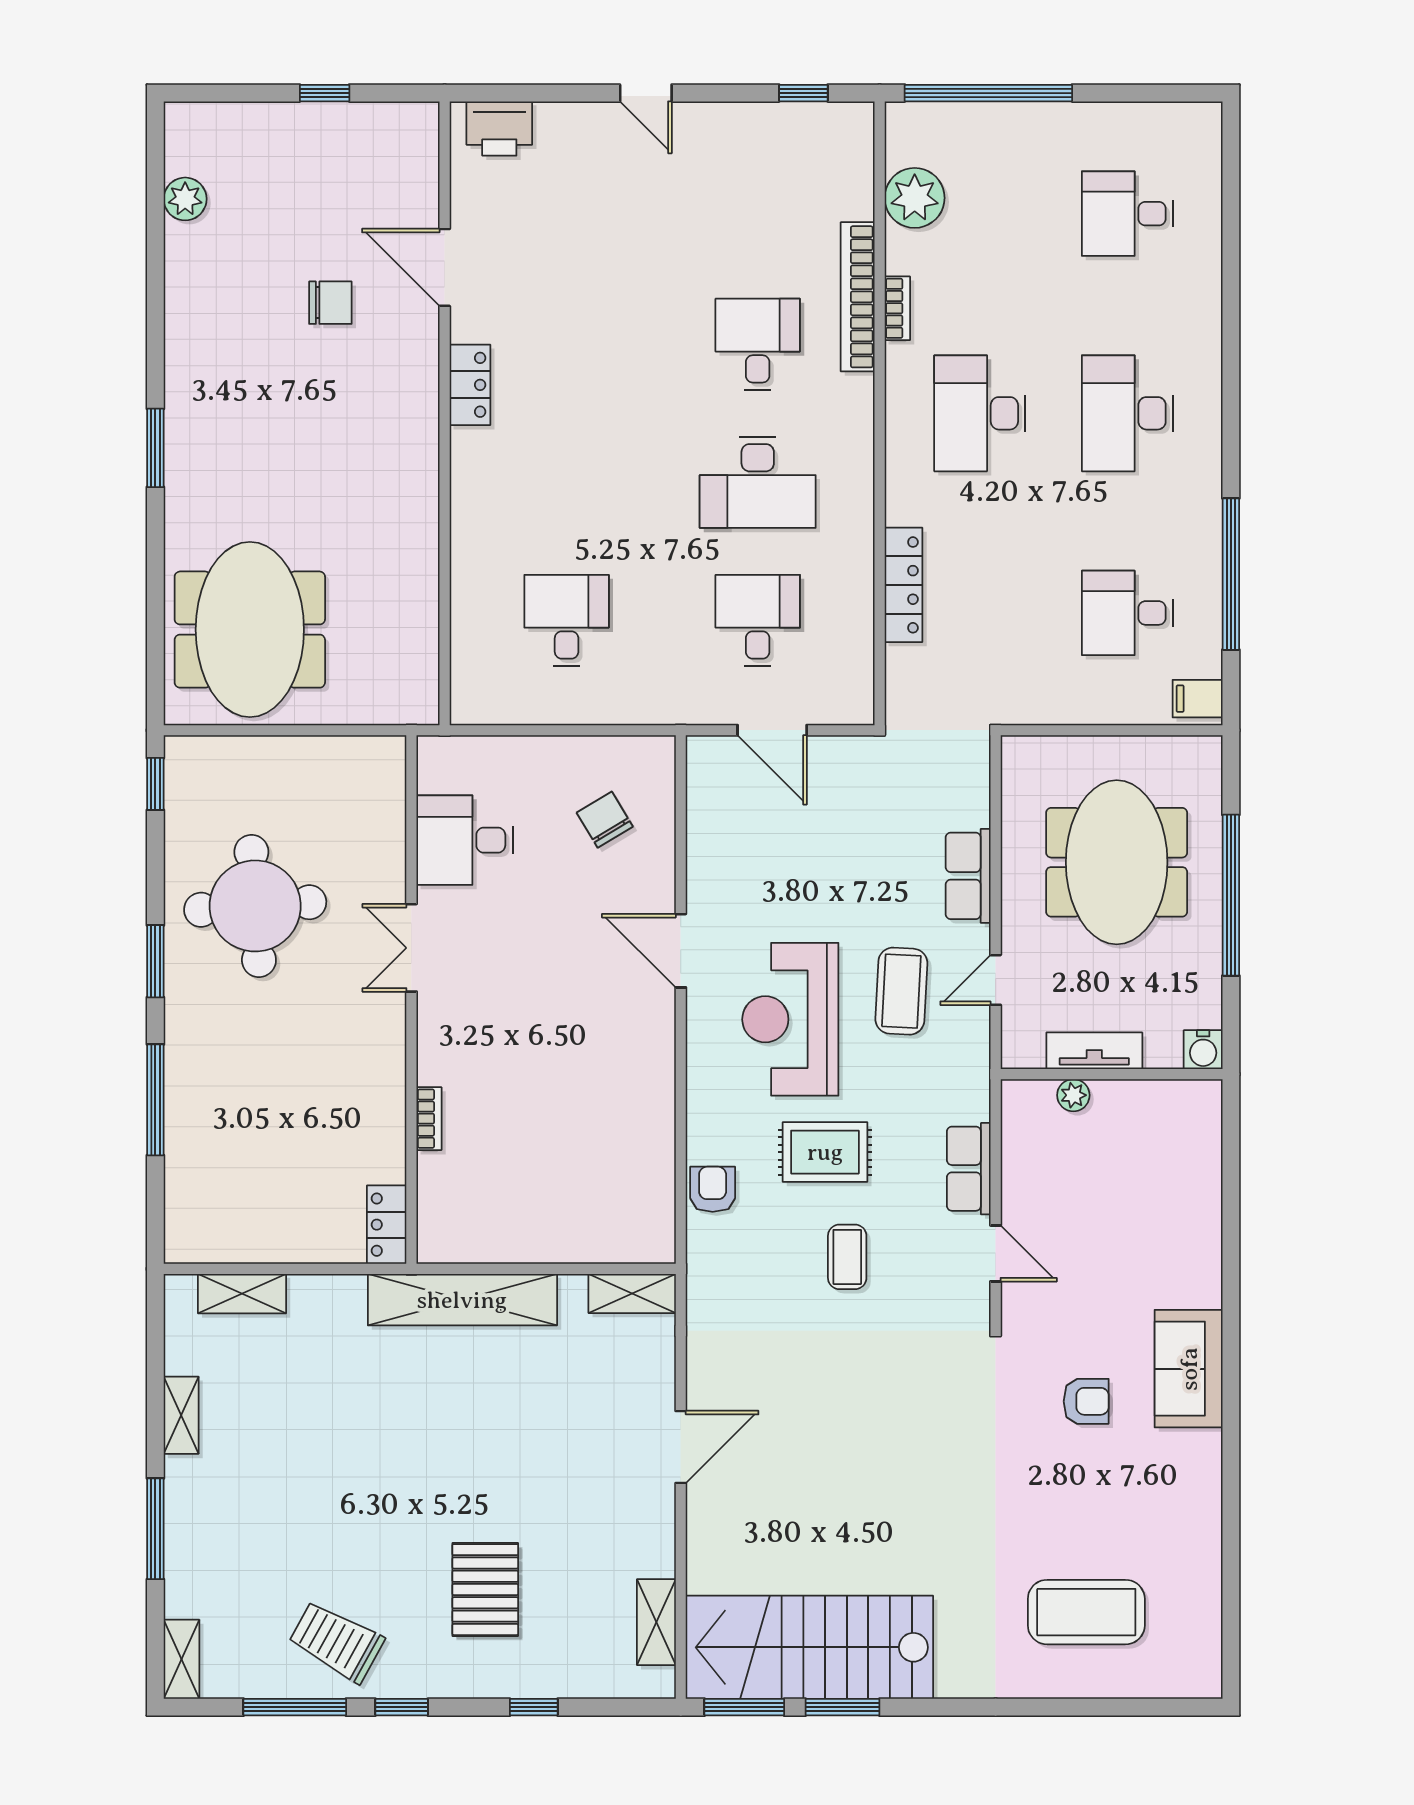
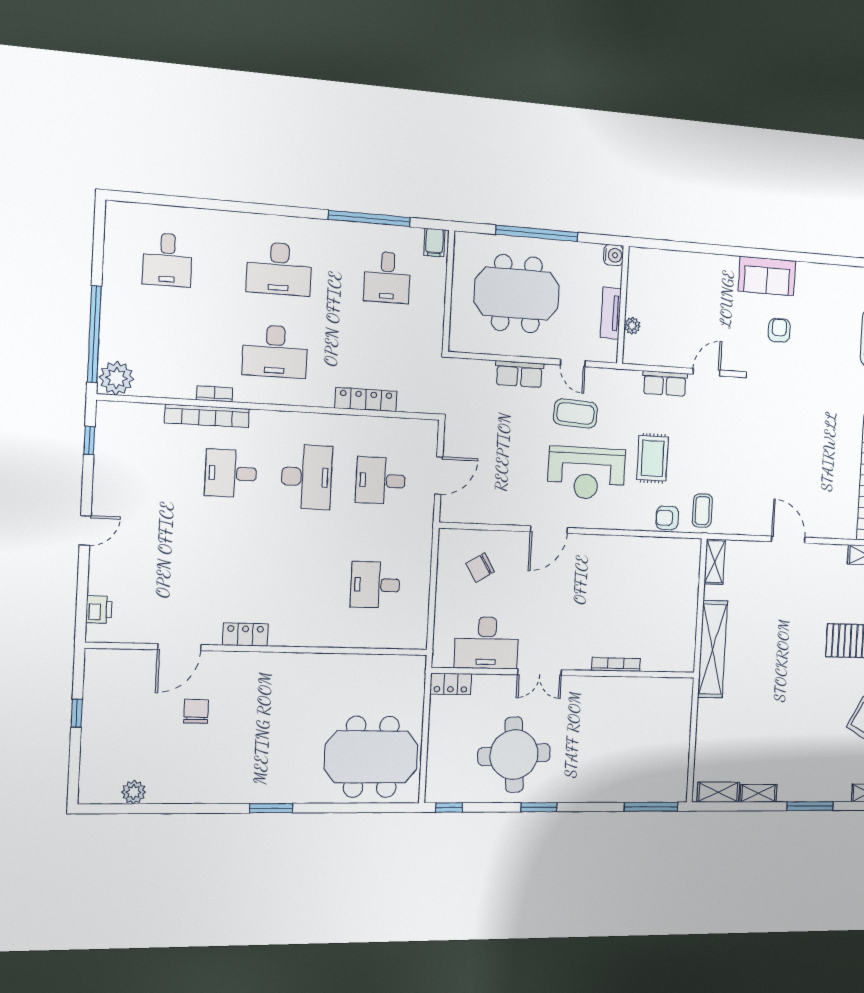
printer: (499, 129) -> (99, 609), width x0.73, depth x0.81
plant: (915, 198) -> (116, 378), moved
desk: (465, 840) -> (487, 643), width x1.37
window: (155, 1100) -> (651, 807), moved
bookcase: (429, 1119) -> (616, 664), width x1.56
locker: (387, 1225) -> (451, 684), moved
coffee table: (847, 1257) -> (702, 511), moved, turned 90
shelving: (242, 1294) -> (718, 792), moved, turned 90

